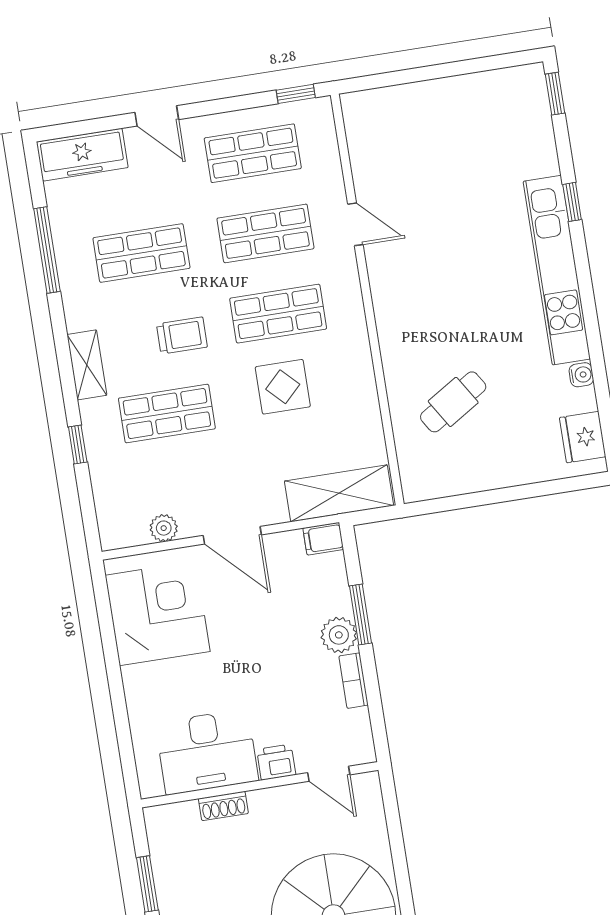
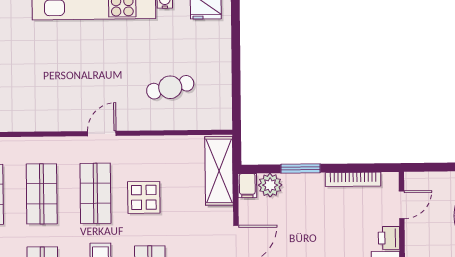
door: (355, 224) -> (102, 134), moved
cafe table: (453, 402) -> (170, 87), turned -71
plant: (339, 635) -> (270, 185), moved
bookcase: (354, 681) -> (353, 179), width x1.56

